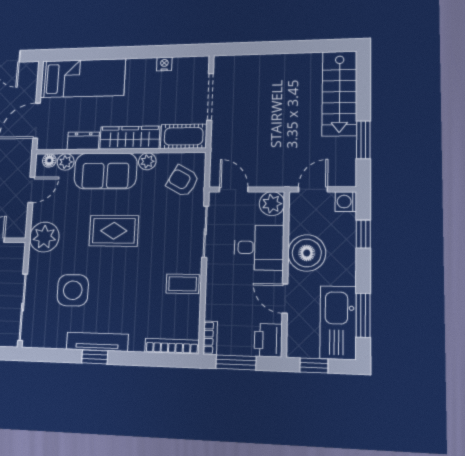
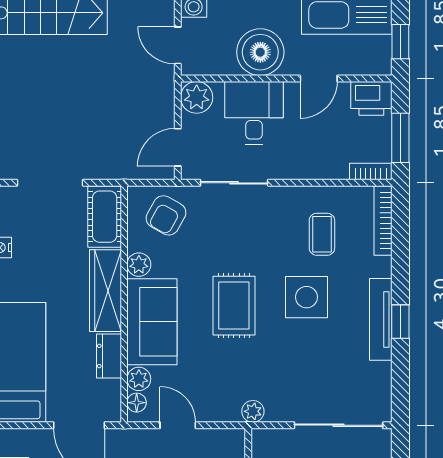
plant: (44, 237) -> (253, 411), width x0.53, depth x0.53
coffee table: (183, 284) -> (322, 234), moved
side table: (73, 290) -> (306, 297), moved

